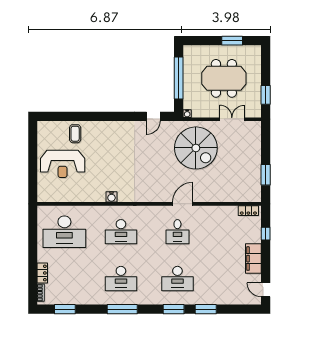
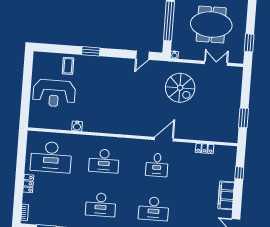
window: (98, 116) -> (91, 51), added
spiral stairs: (196, 148) -> (180, 88), width x0.73, depth x0.73
water cooler: (111, 197) -> (77, 126), moved
locker: (248, 211) -> (205, 149), moved
locker: (42, 273) -> (28, 184), moved

